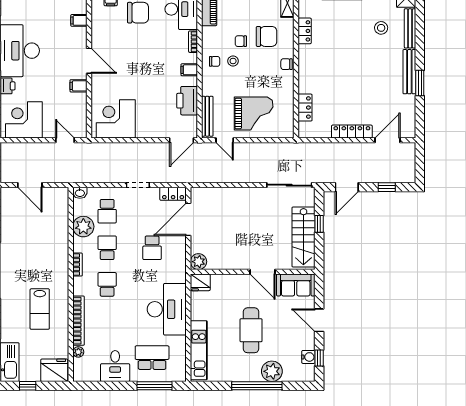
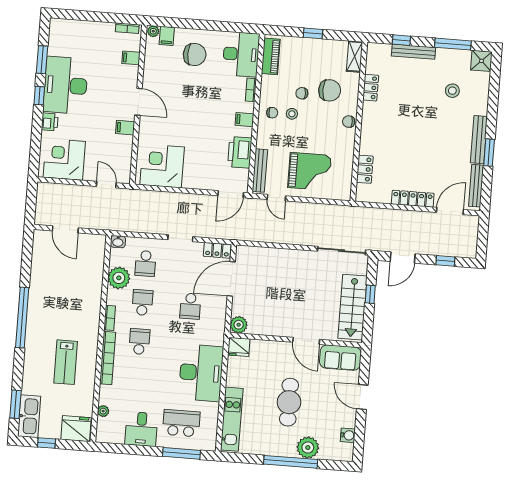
bench: (410, 28) -> (476, 186), moved
bookcase: (79, 321) -> (108, 358), moved
window: (319, 358) -> (359, 437), removed

